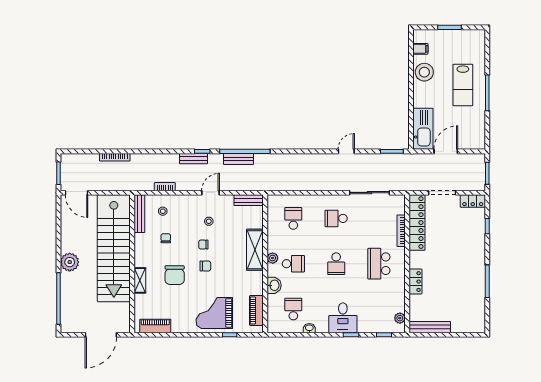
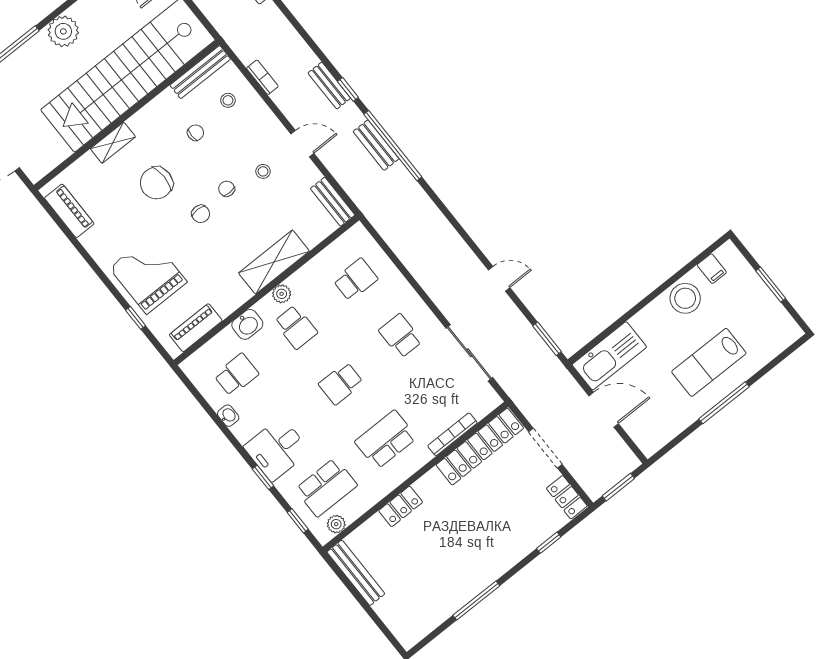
school desk: (379, 309) -> (326, 487), added

